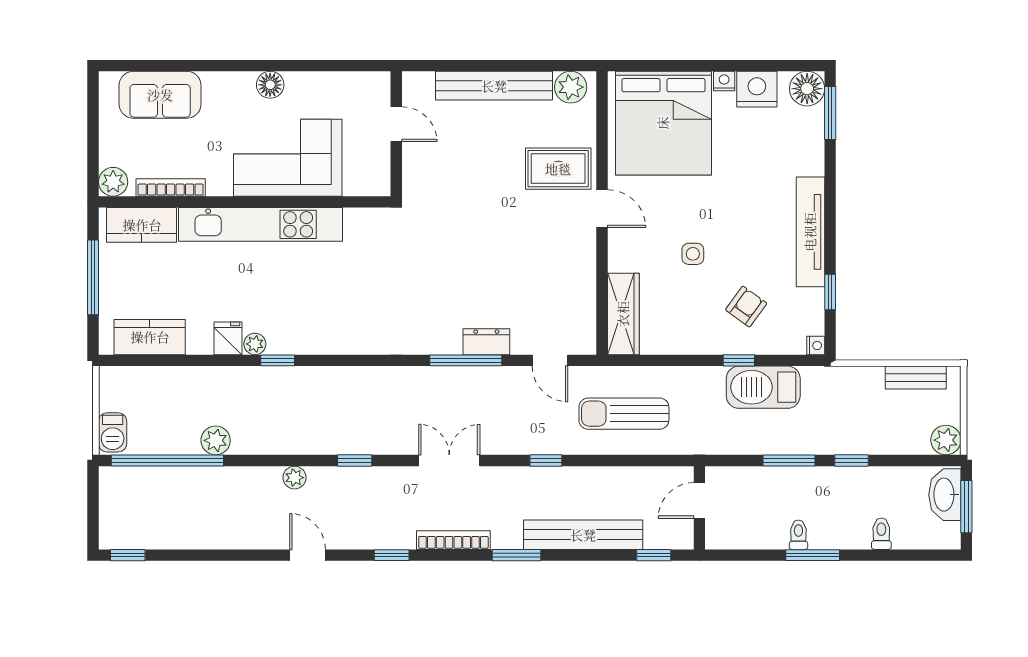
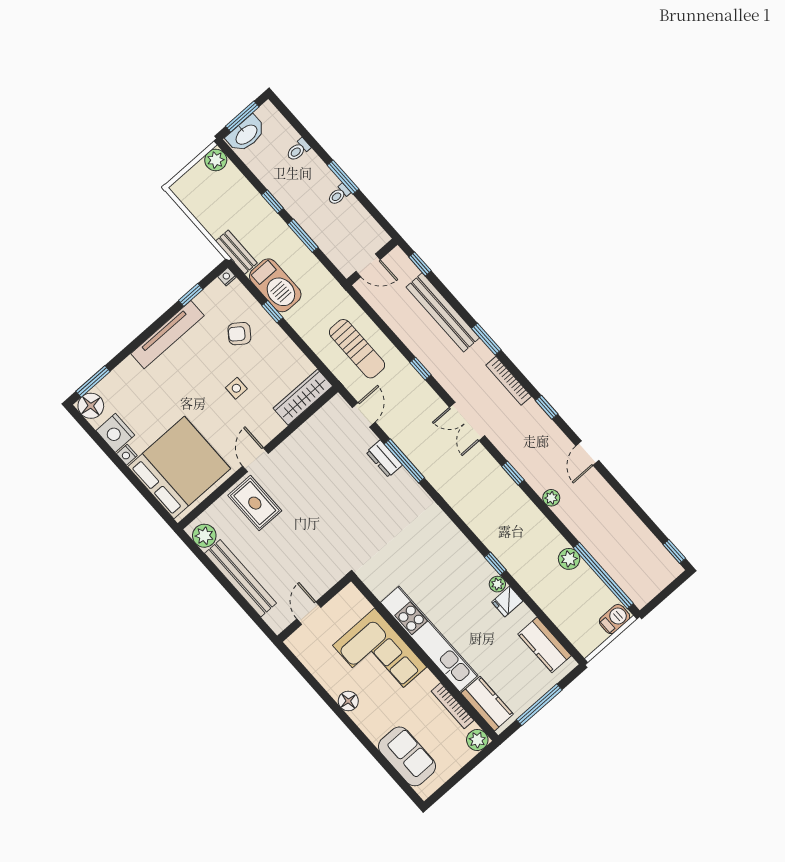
bench: (916, 378) -> (236, 252), moved

